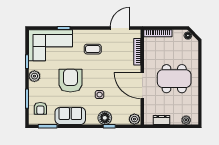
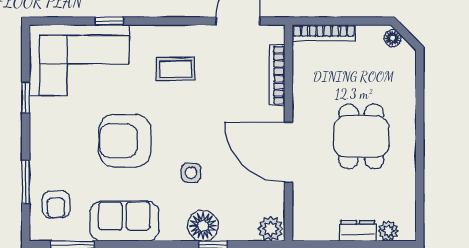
plant: (34, 76) -> (43, 131), removed
dining table: (174, 79) -> (361, 136), width x0.73
armchair: (70, 81) -> (125, 141), turned -90
dresser: (162, 120) -> (358, 231), moved

